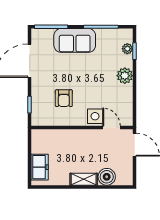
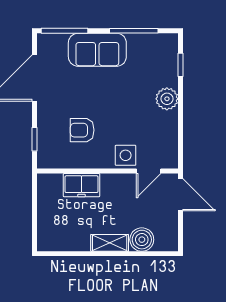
plant: (127, 49) -> (171, 61), removed
armchair: (64, 98) -> (82, 130), turned 90
door: (112, 128) -> (149, 171), swing flipped
freezer: (40, 167) -> (82, 185), moved, turned 90

